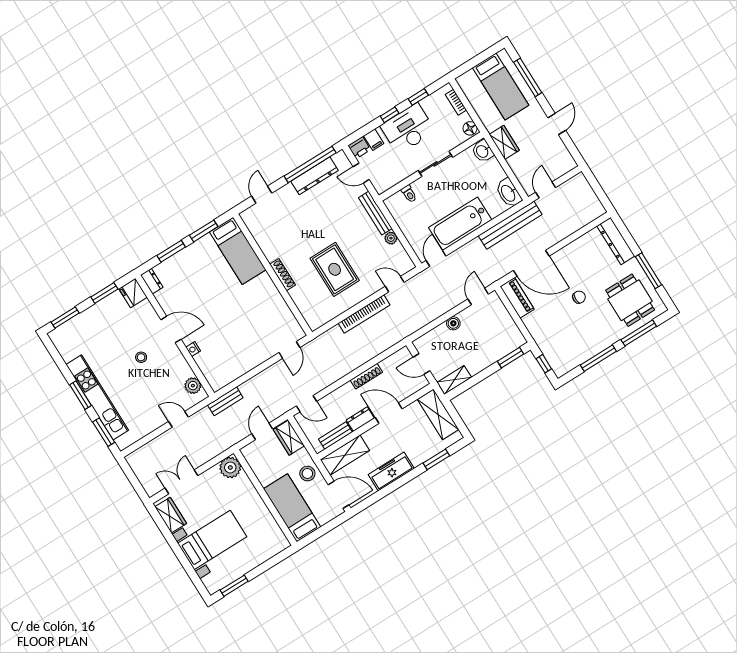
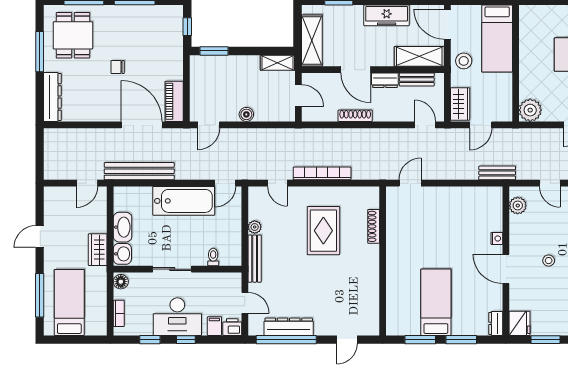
washbasin: (508, 193) -> (123, 227), moved
bed: (238, 251) -> (436, 302), moved
shoe rack: (283, 275) -> (374, 226), moved

